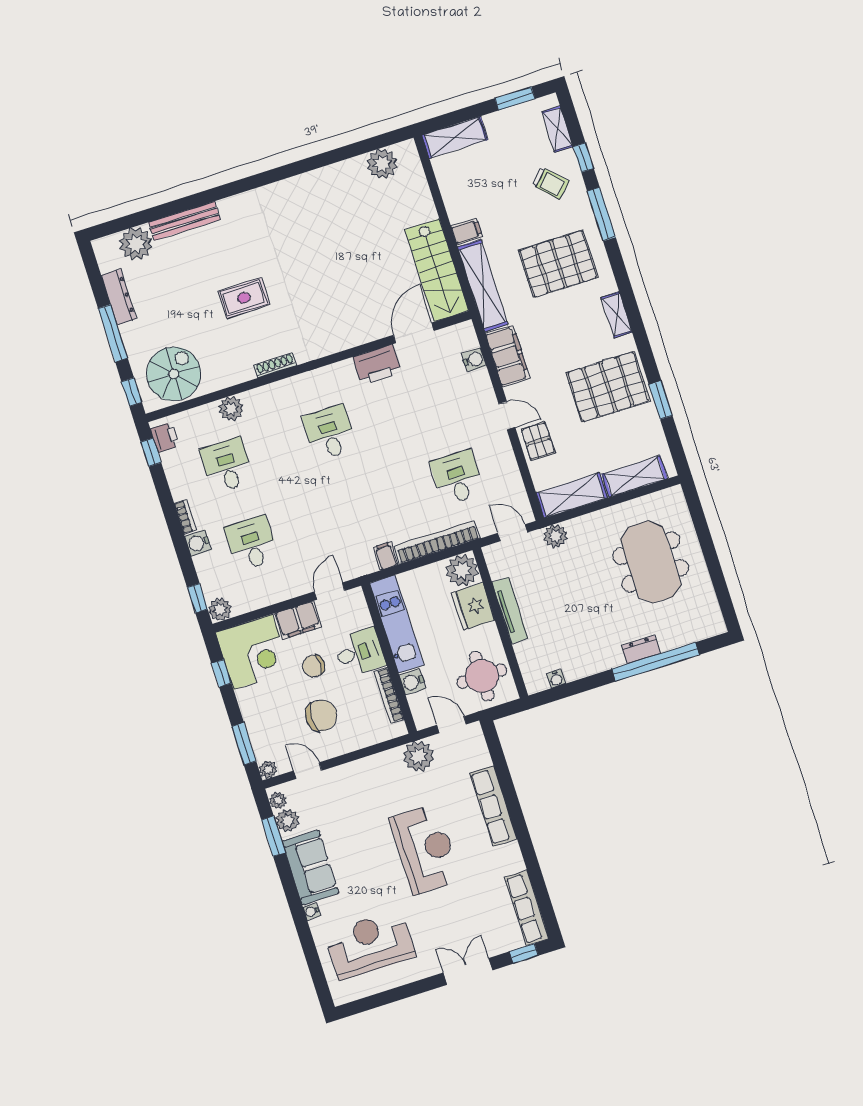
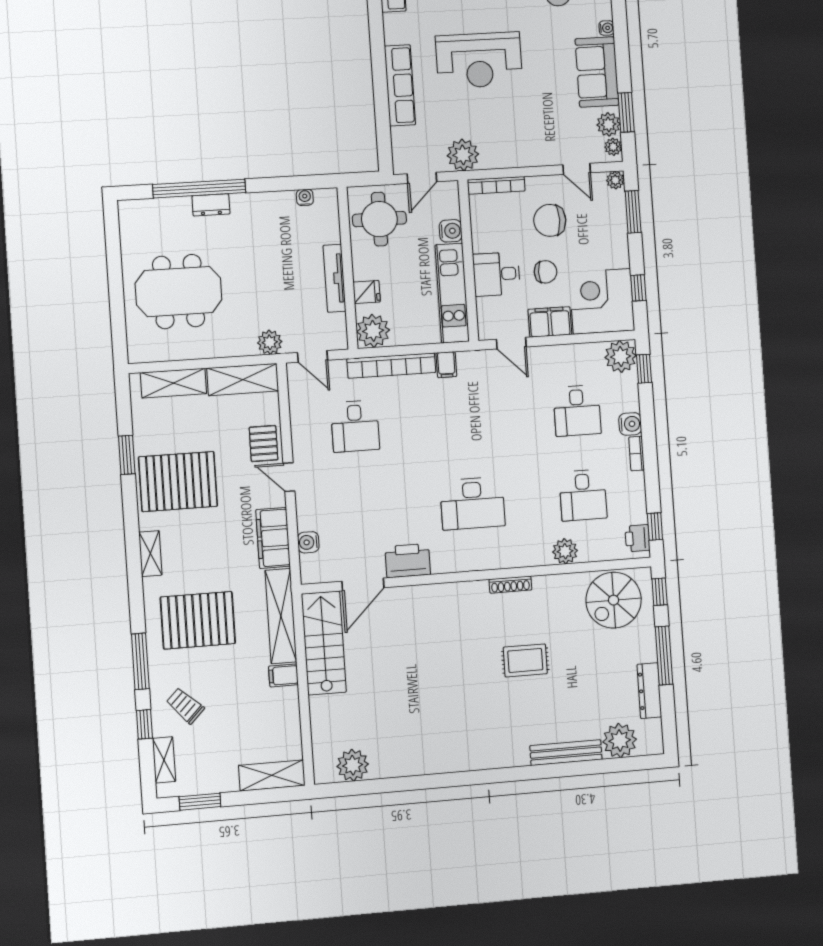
desk: (330, 432) -> (473, 503), width x1.37
meeting table: (651, 562) -> (179, 292), turned 90
door: (330, 591) -> (511, 343), hinge flipped
fridge: (473, 606) -> (367, 292), width x0.53, depth x0.75
plant: (220, 610) -> (621, 357), width x1.36, depth x1.36
bookcase: (389, 695) -> (496, 185), moved, turned 90
door: (452, 725) -> (422, 178), hinge flipped
reception desk: (425, 849) -> (479, 60), turned -90

